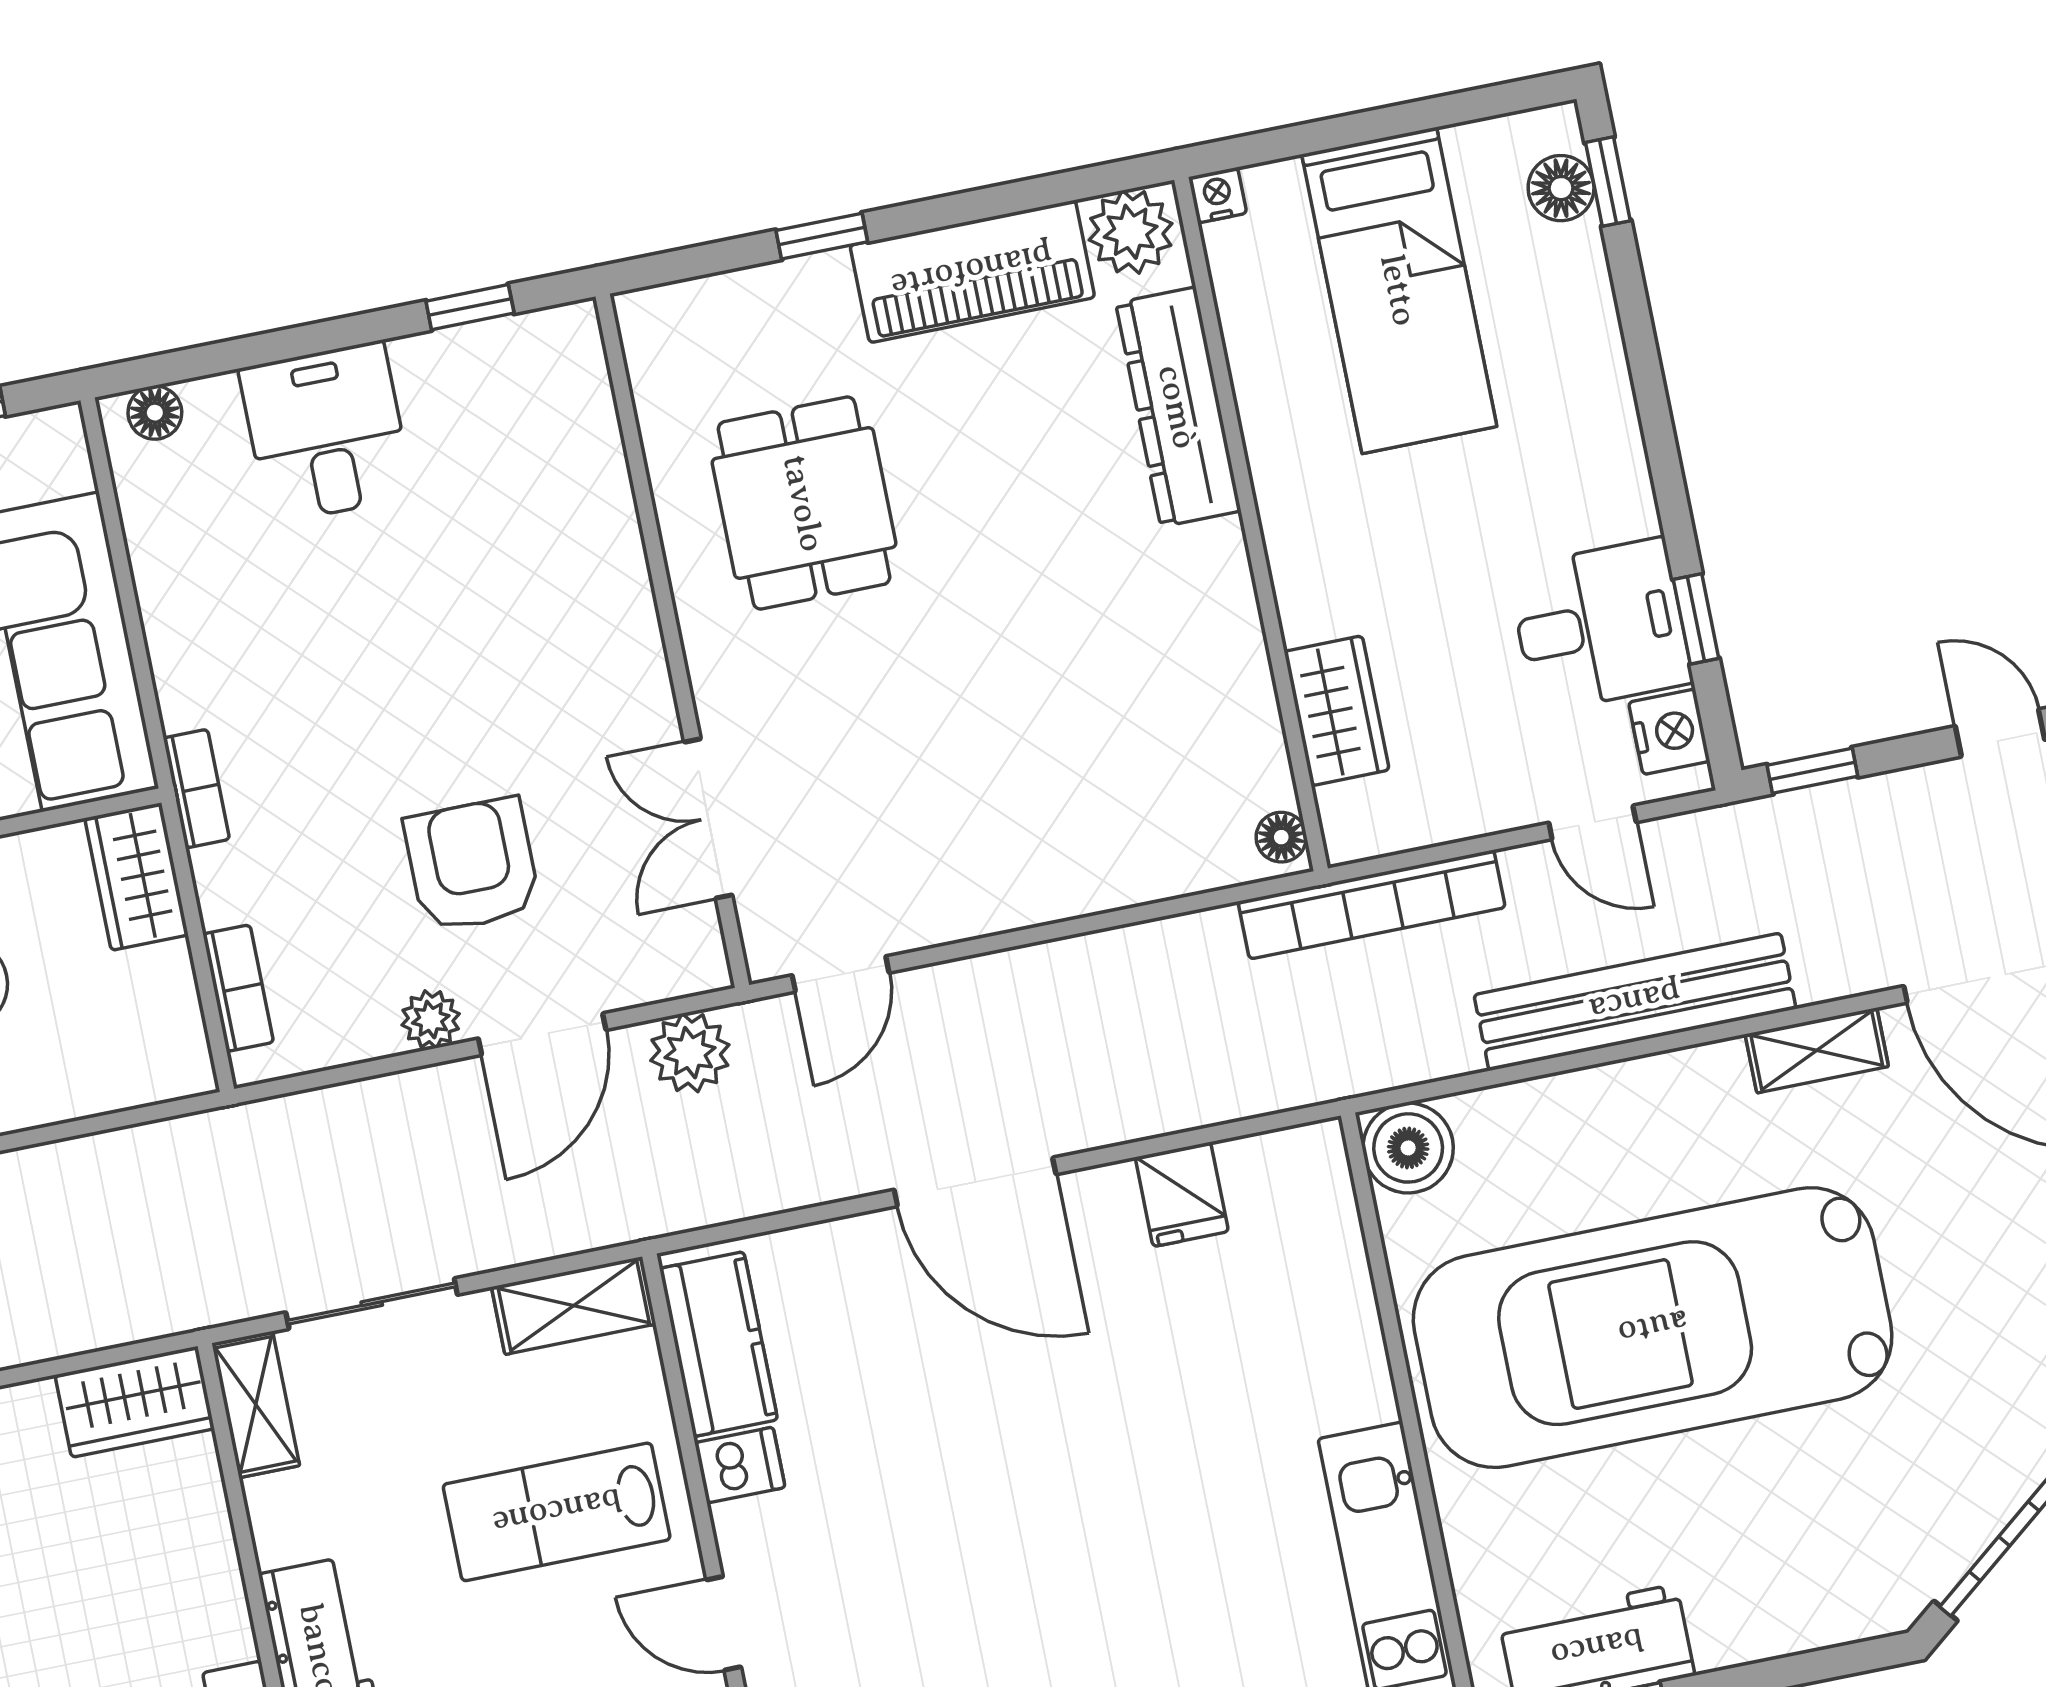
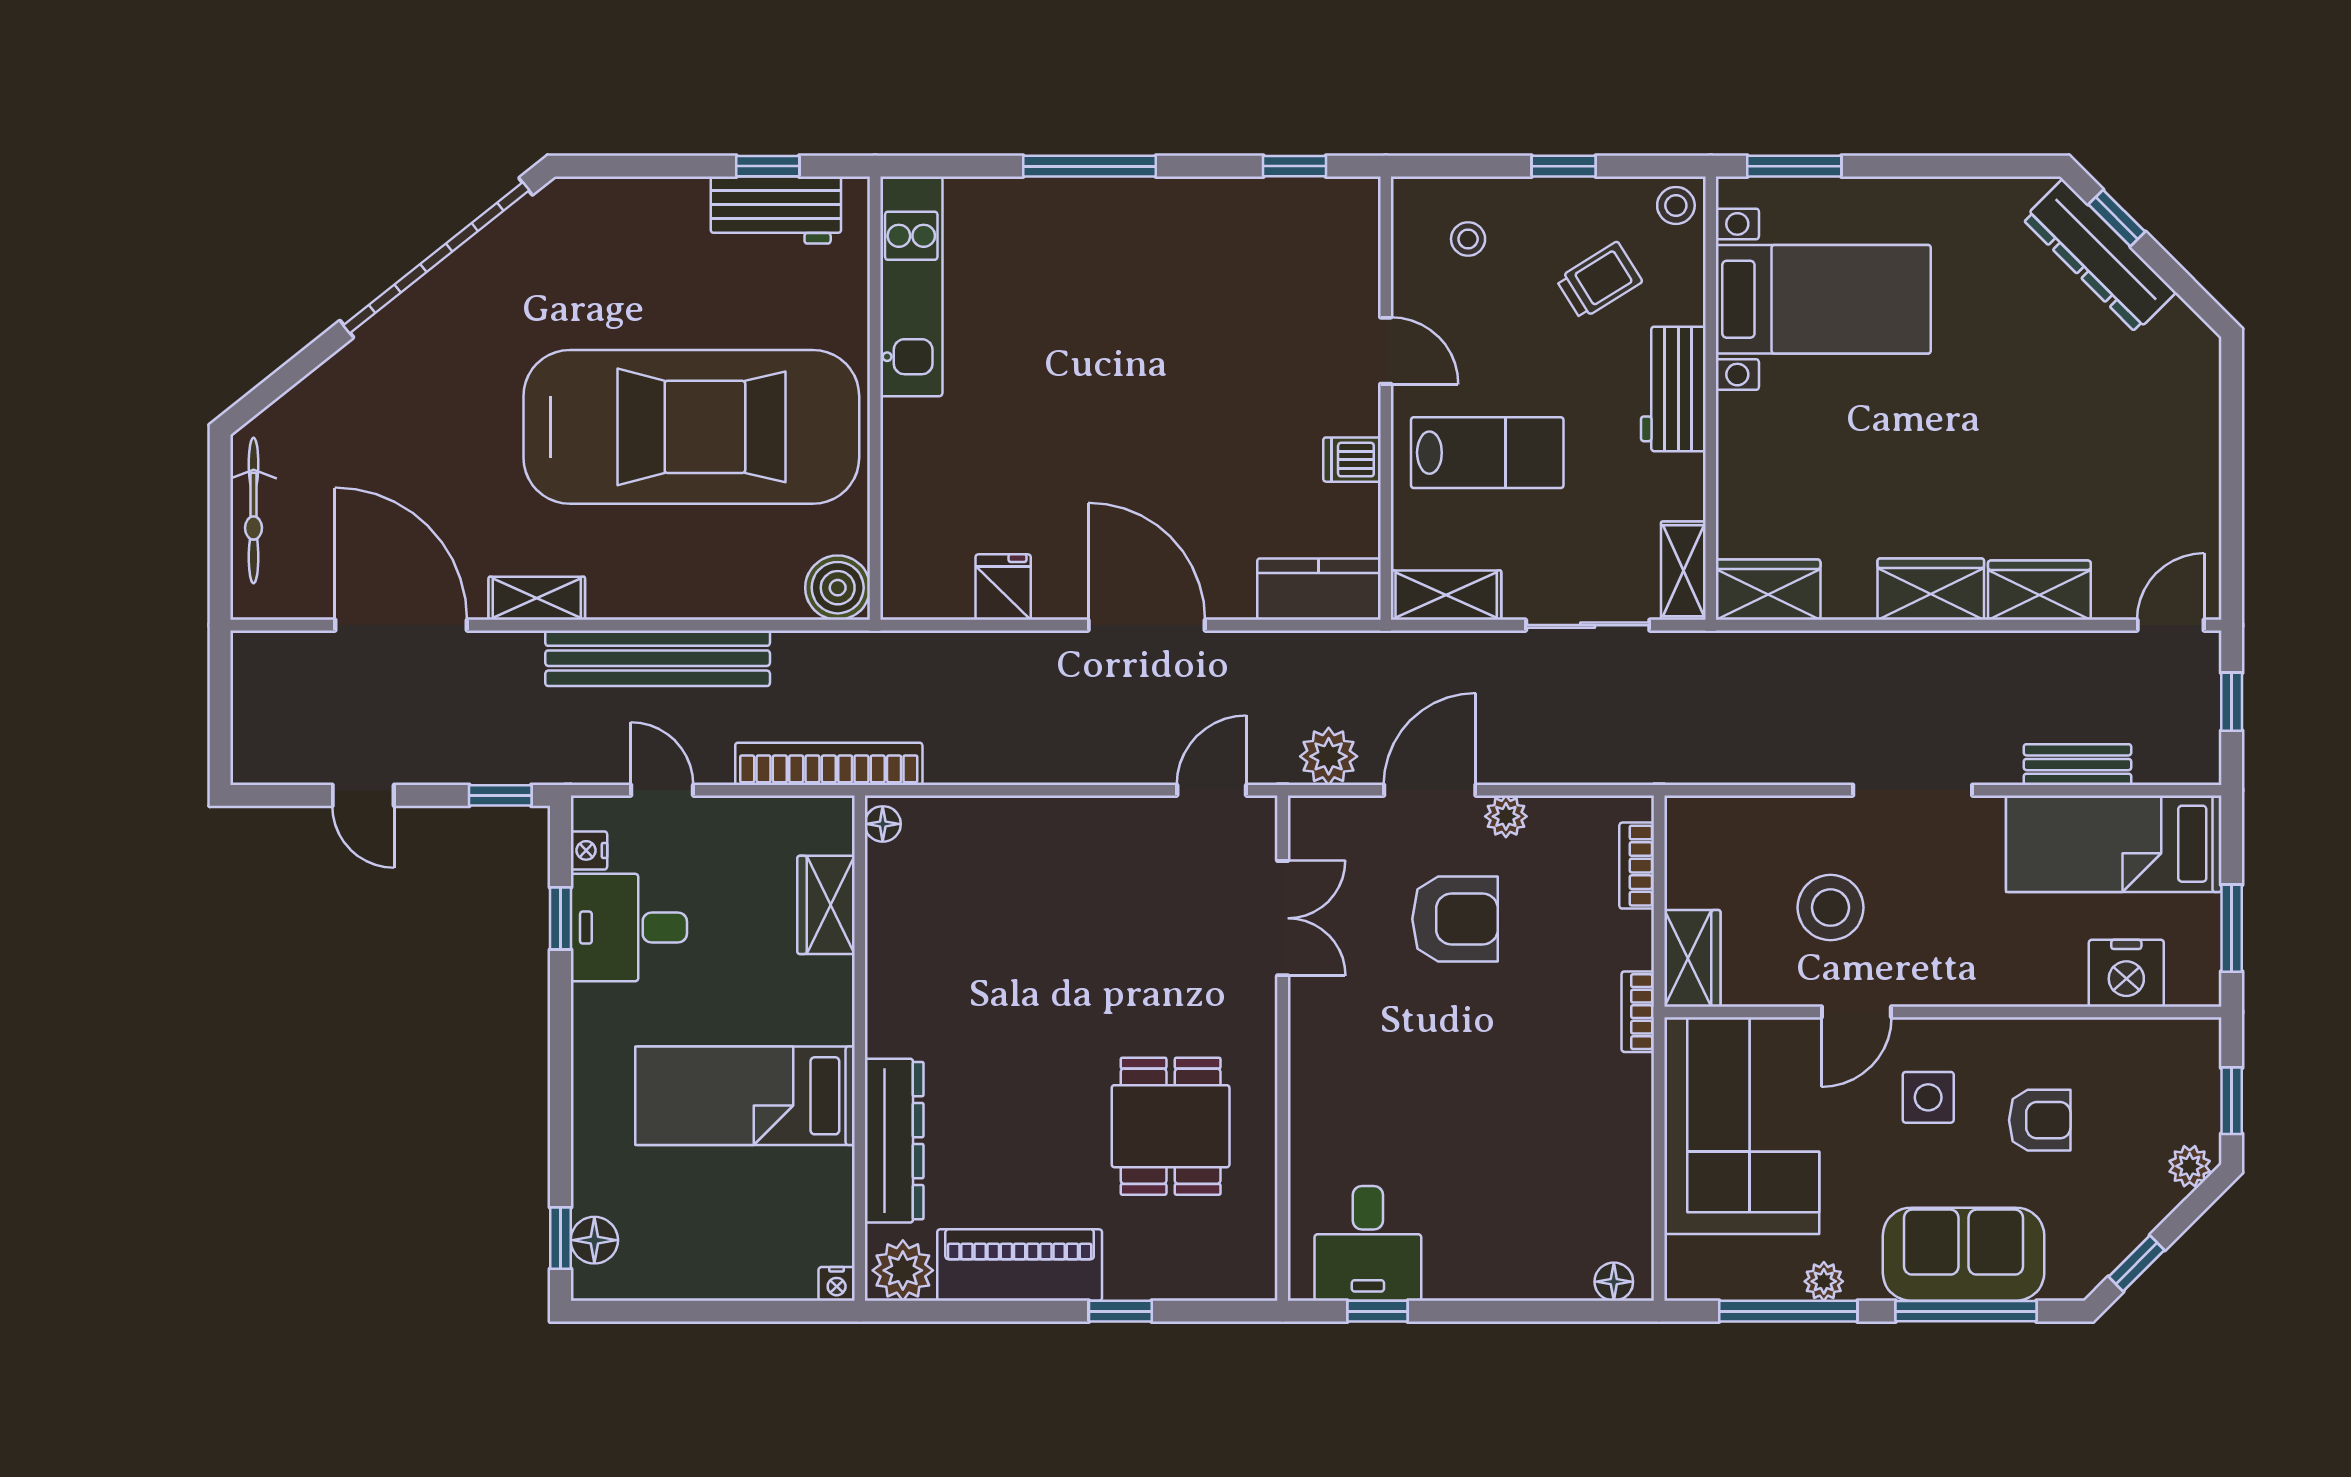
bed: (1399, 290) -> (745, 1096), moved, turned -90
desk: (326, 433) -> (1368, 1243), moved
nightstand: (1669, 732) -> (589, 850), width x0.72, depth x0.74
armchair: (472, 865) -> (1455, 919), turned -90
kitchen counter: (719, 1344) -> (1319, 589), moved, turned 90

